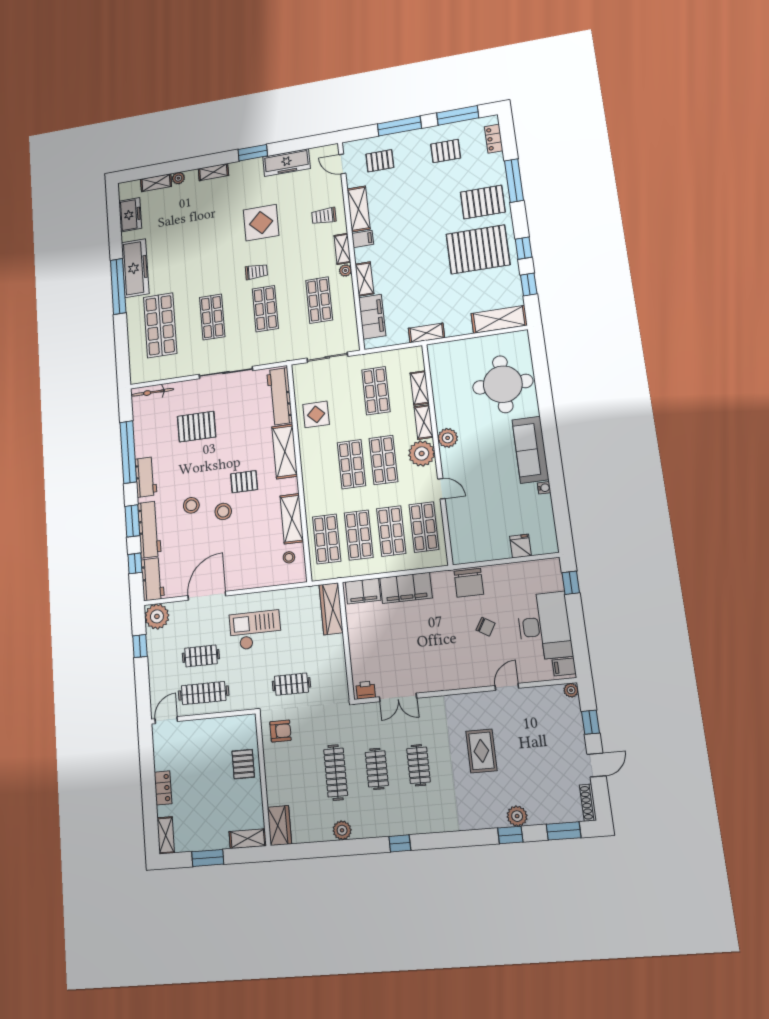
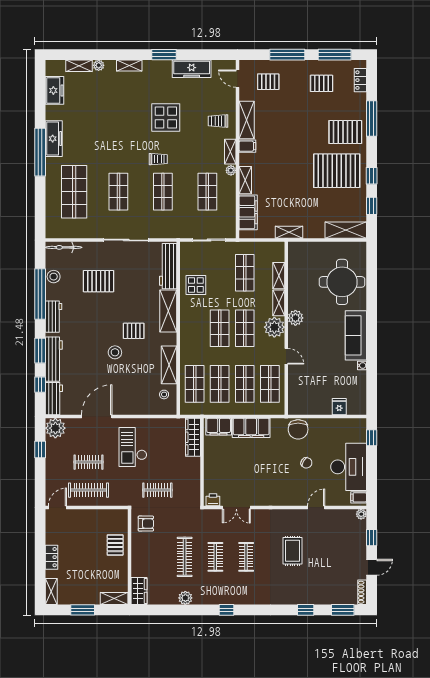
freezer: (135, 268) -> (54, 139), width x0.73, depth x0.79
stool: (191, 505) -> (54, 277), moved
checkout: (255, 630) -> (133, 447), turned -90
plant: (517, 816) -> (312, 598), removed

